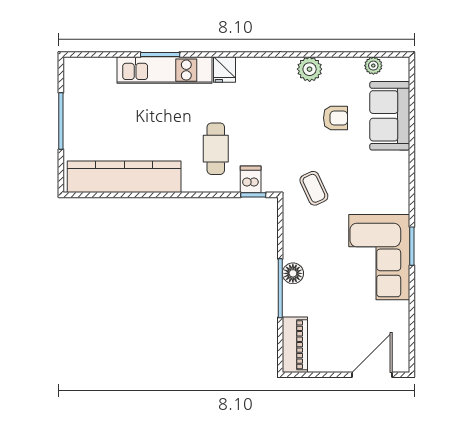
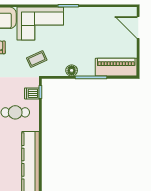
corner sofa: (379, 257) -> (40, 24), moved
floor lamp: (293, 273) -> (72, 70), moved
piano: (295, 345) -> (116, 67), width x1.37, depth x1.33

